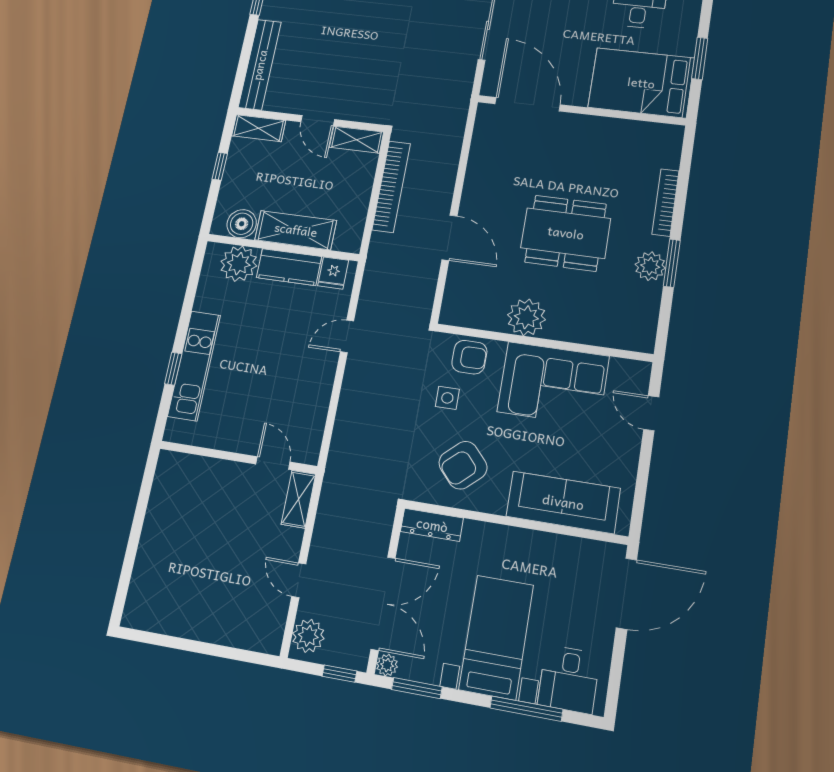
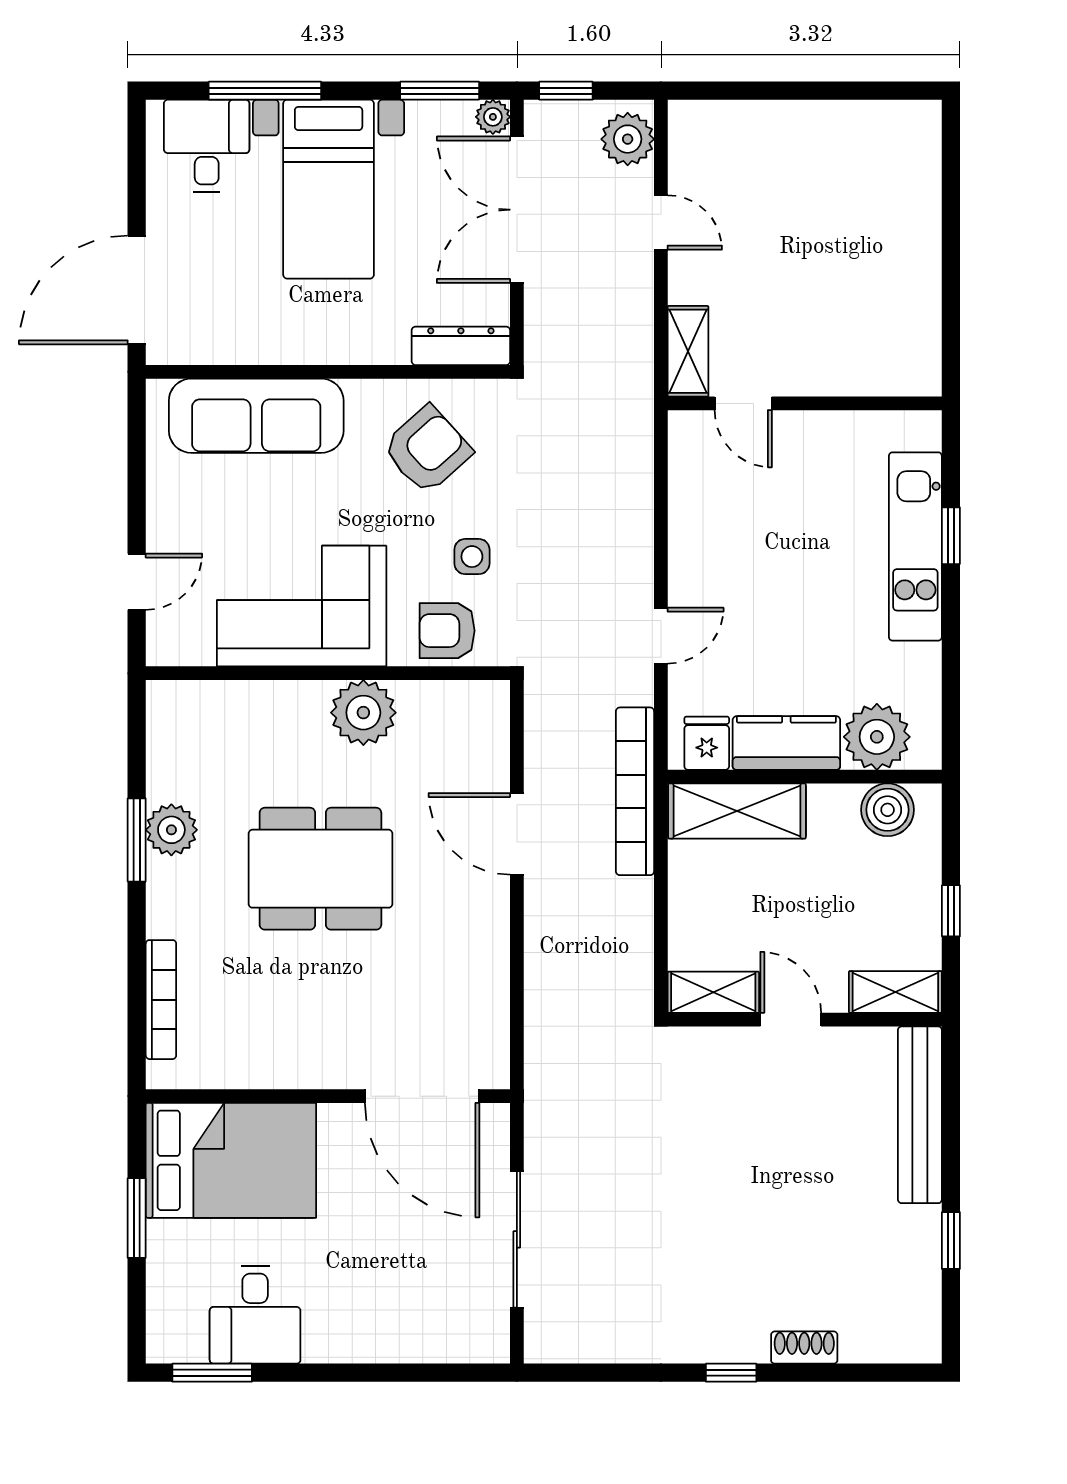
bookcase: (391, 186) -> (635, 791), moved
bookcase: (665, 202) -> (161, 1000), moved
shelving: (296, 230) -> (737, 811), moved
door: (651, 413) -> (137, 582), hinge flipped

